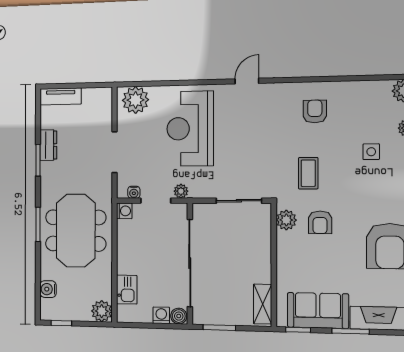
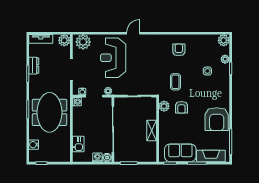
door: (247, 81) -> (133, 33), moved
shelving: (263, 304) -> (152, 131), moved
plant: (102, 311) -> (64, 40), moved

